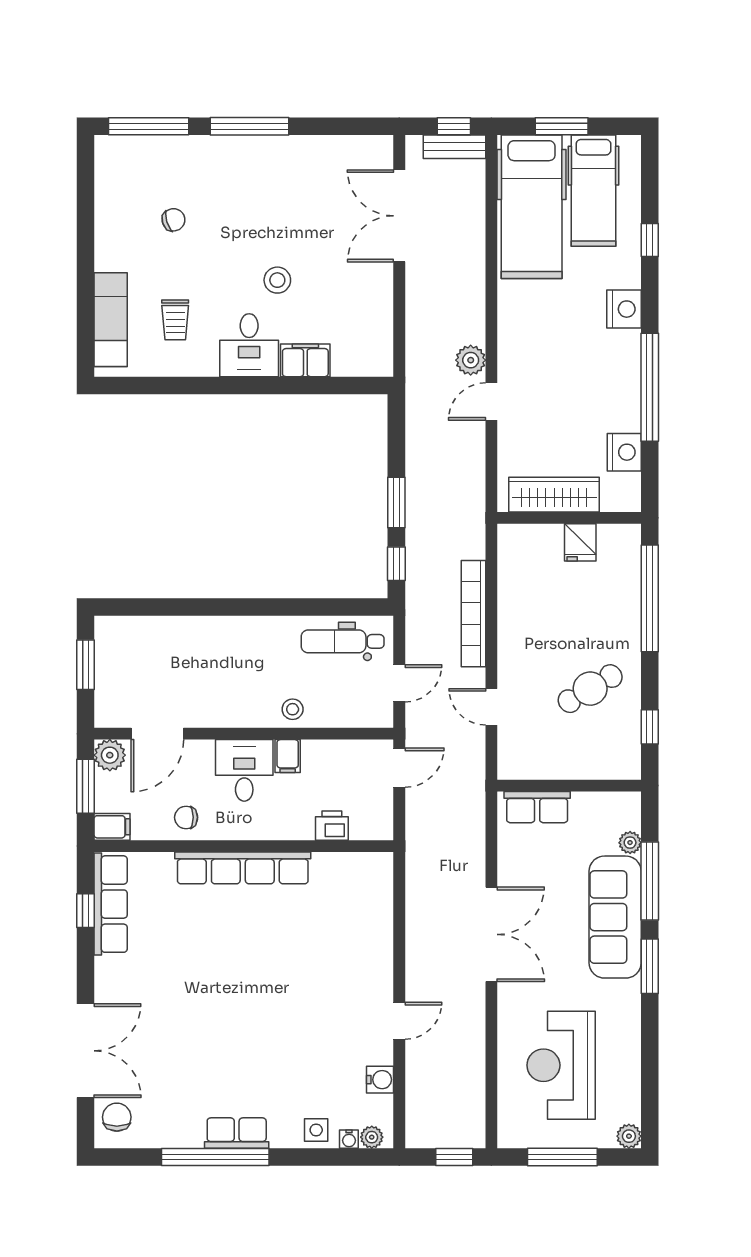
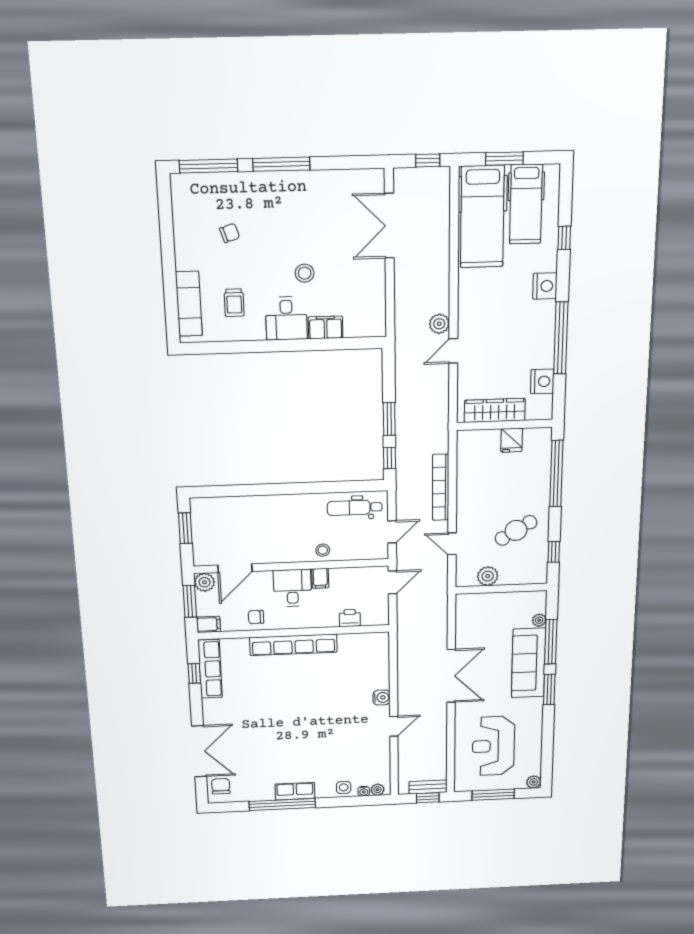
bench: (455, 147) -> (428, 787), moved
plant: (547, 763) -> (488, 576), added
row of seats: (537, 807) -> (481, 602), removed
water cooler: (380, 1080) -> (382, 697), moved

